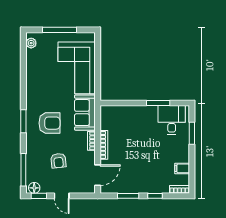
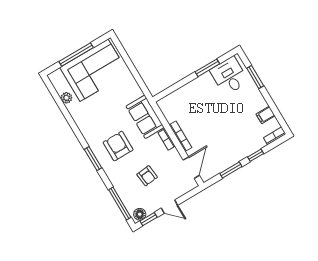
plant: (31, 43) -> (66, 98), moved
corner sofa: (77, 68) -> (94, 70), moved, turned -90
armchair: (49, 123) -> (118, 146), turned -90

